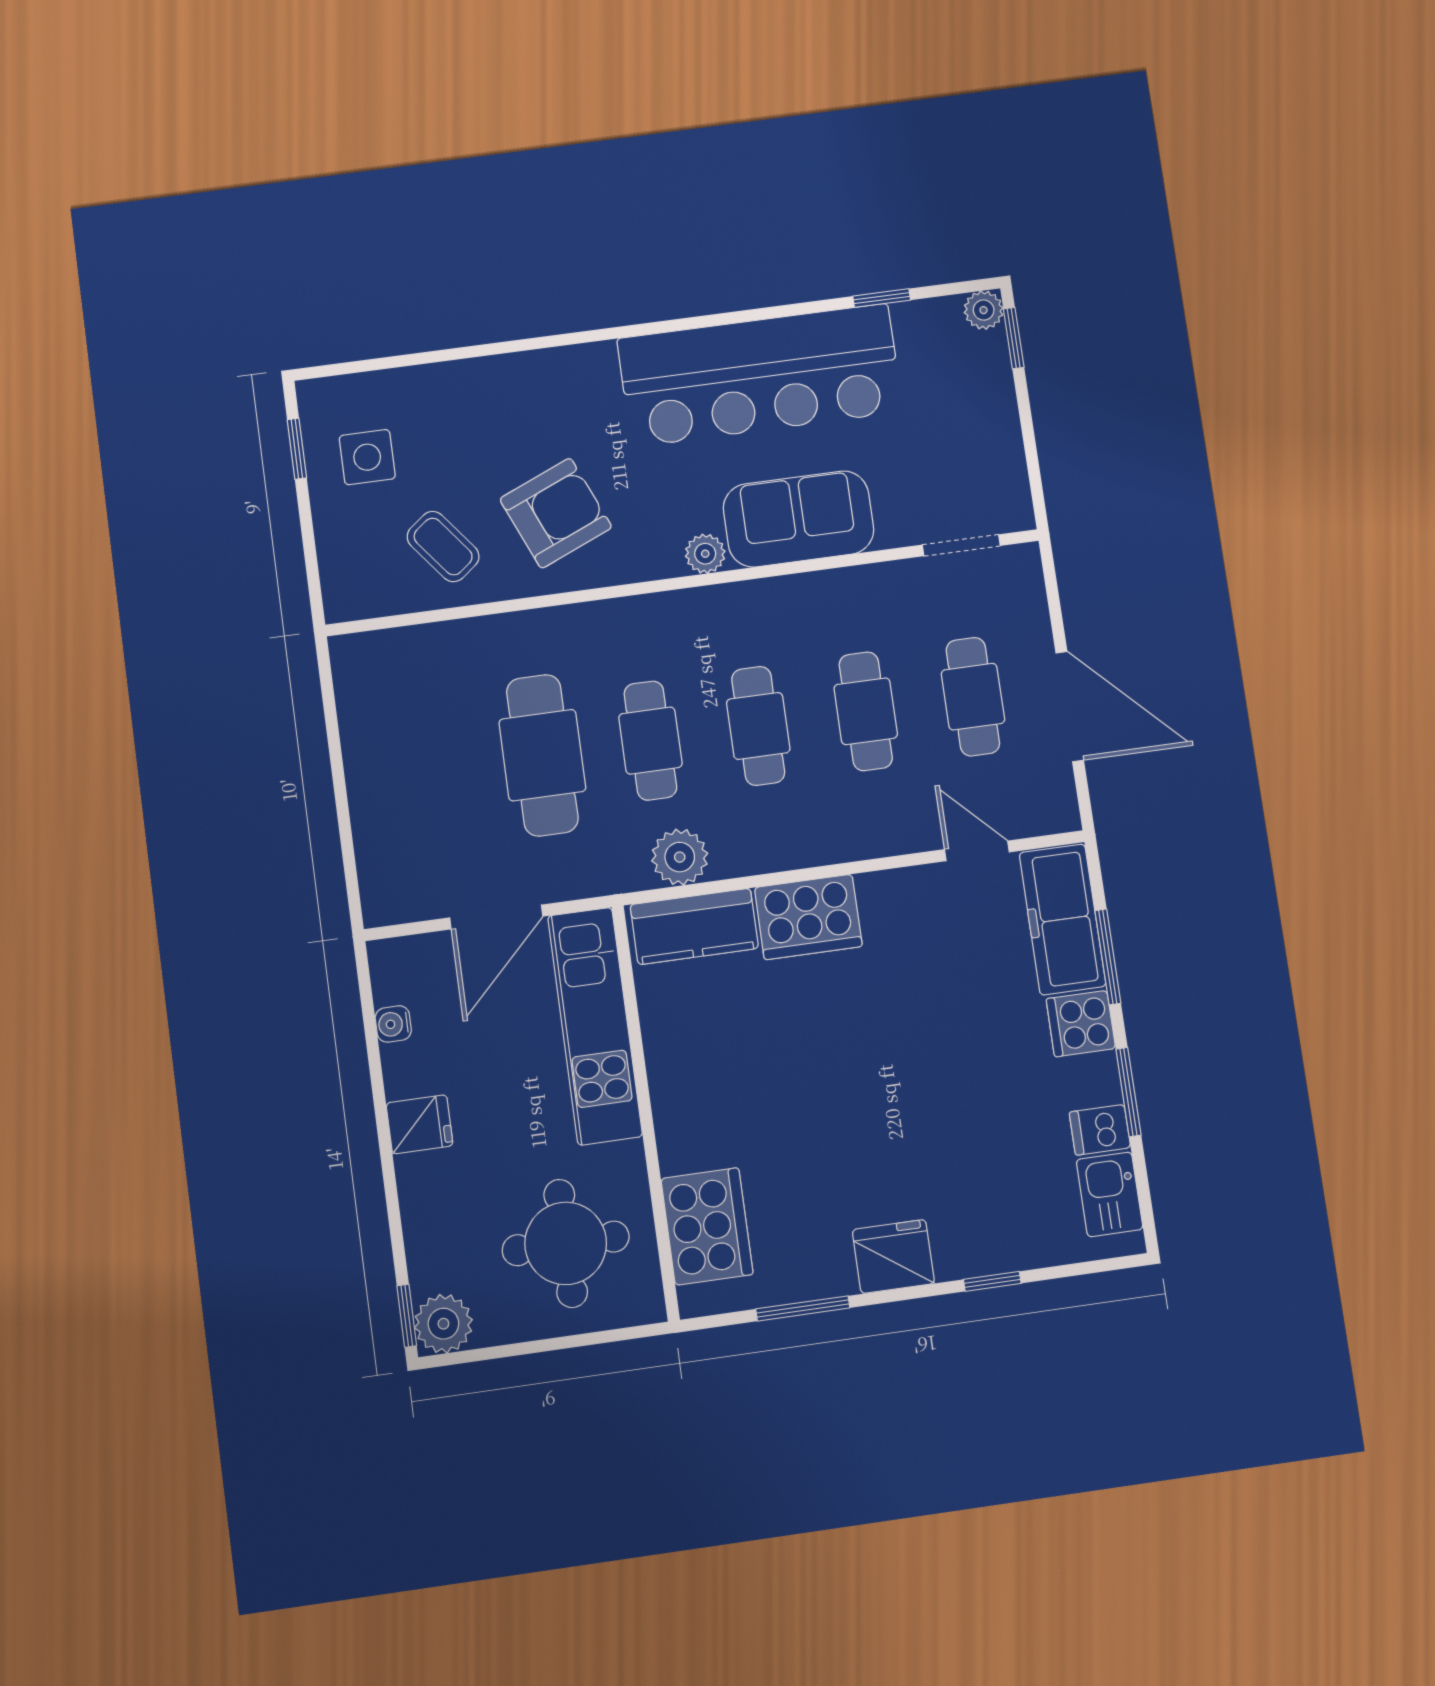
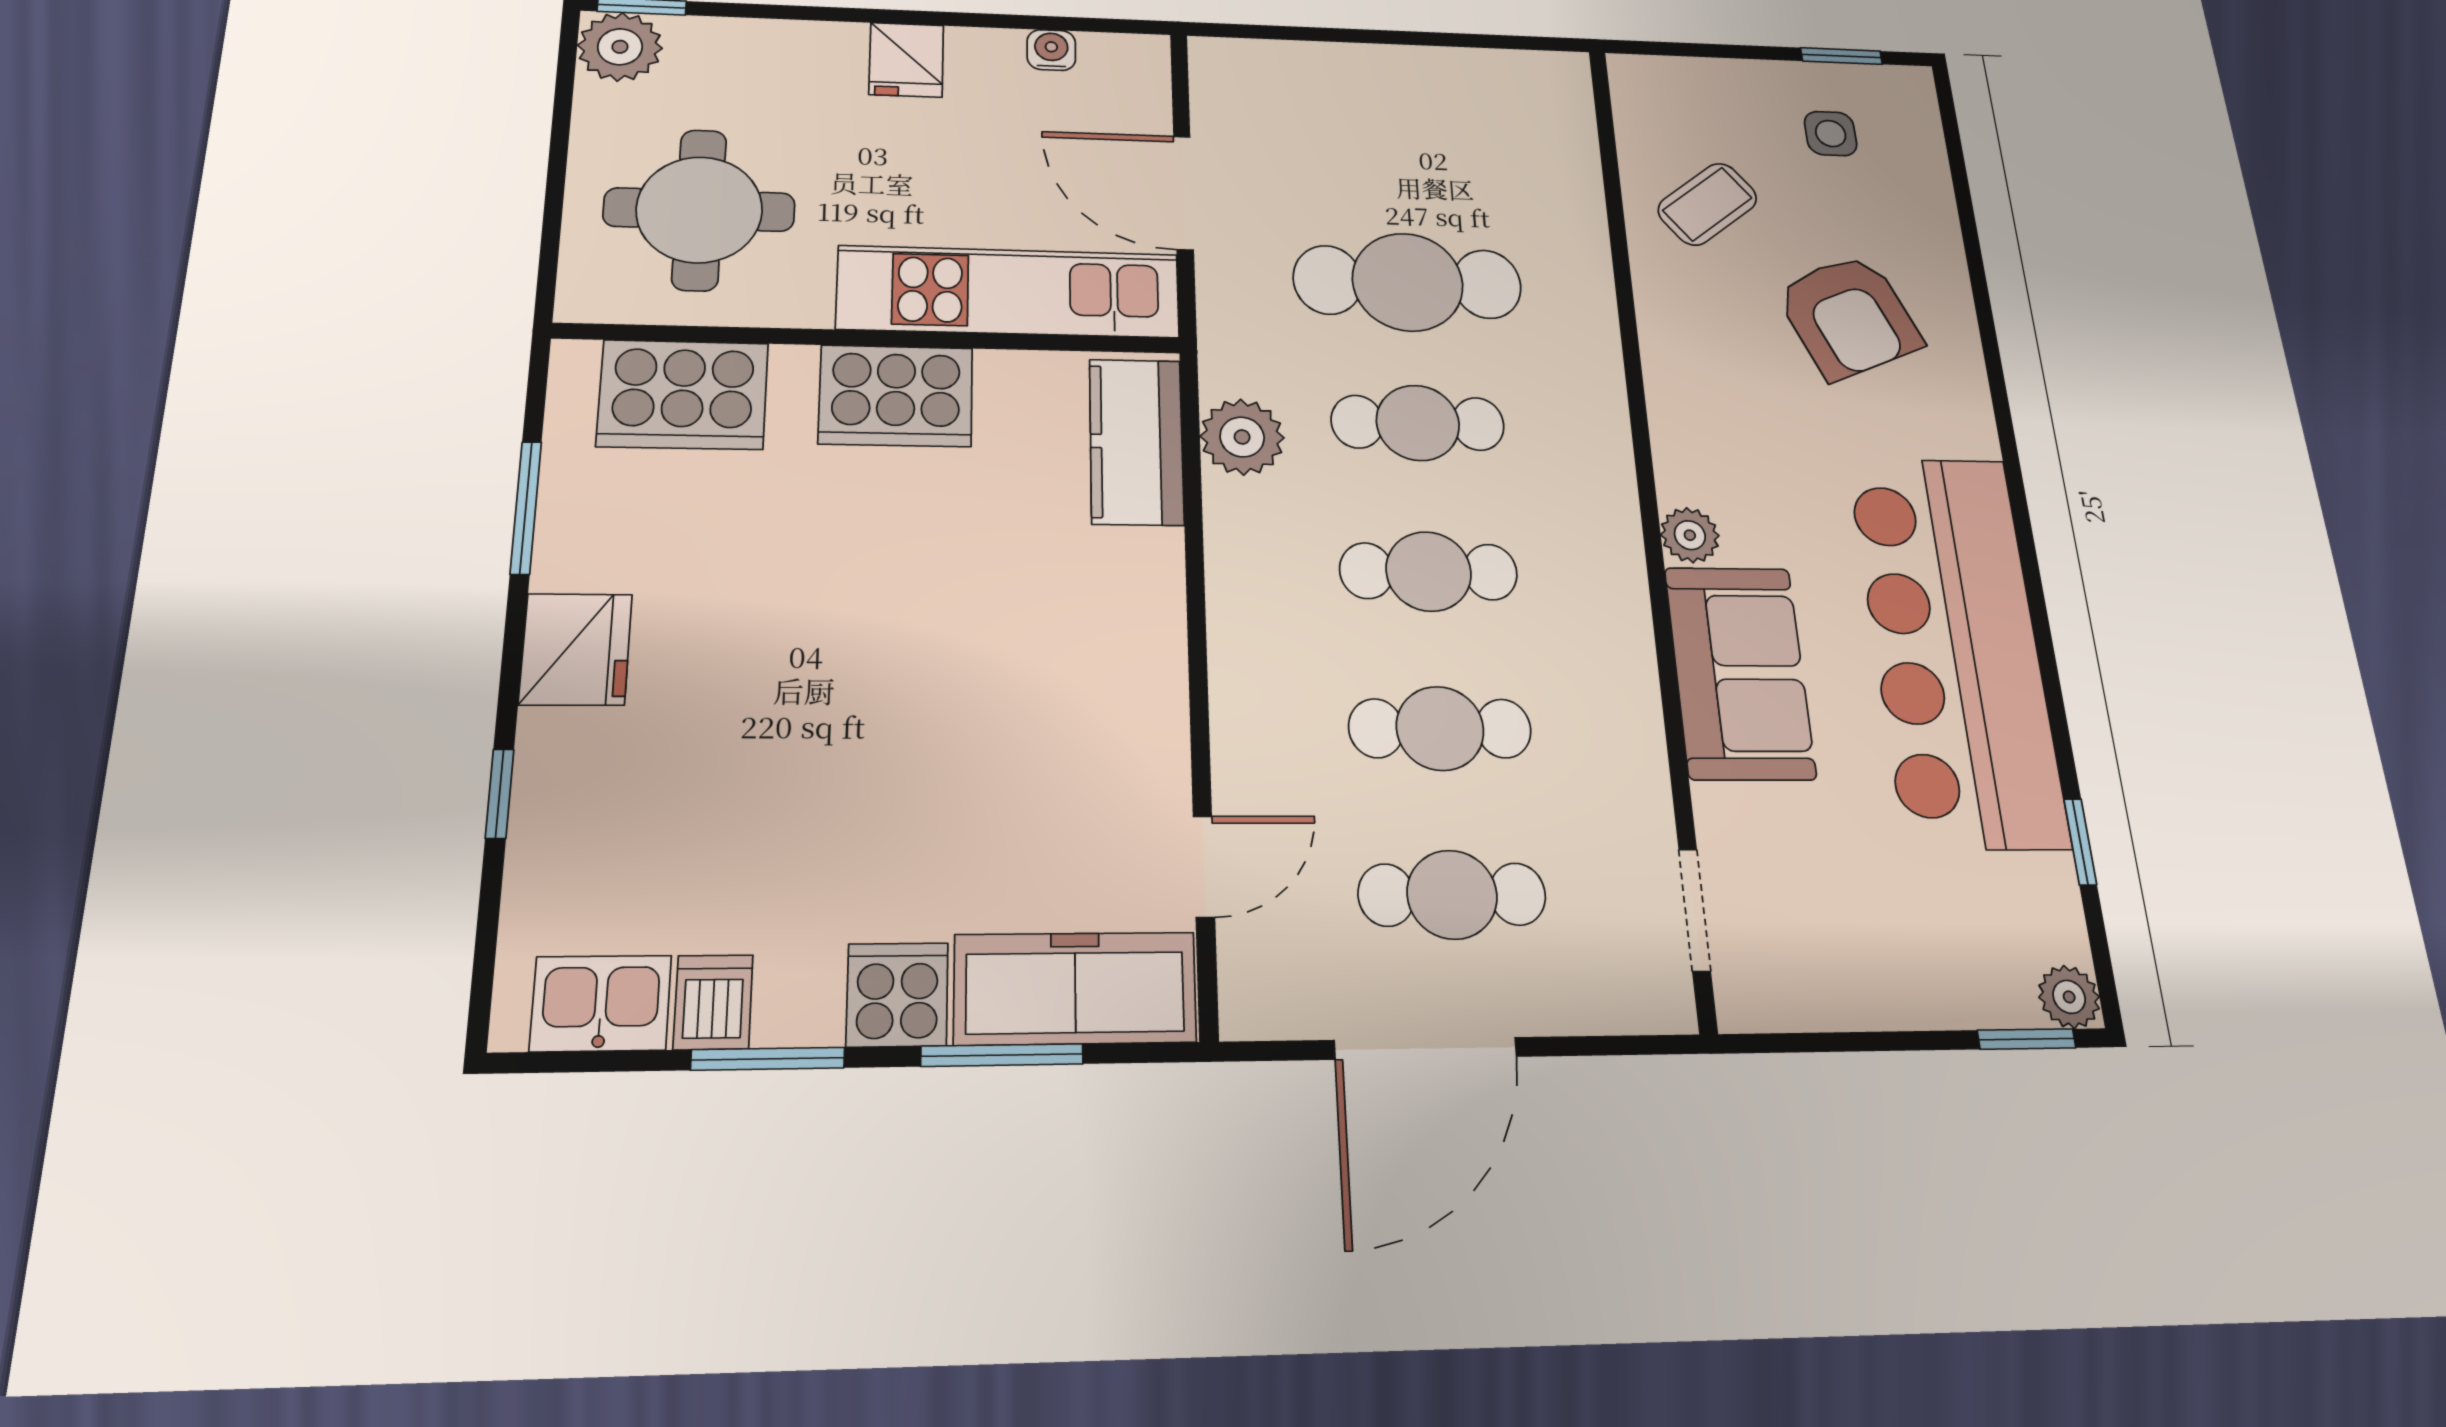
side table: (367, 457) -> (1831, 134), width x0.73, depth x0.73
armchair: (556, 513) -> (1848, 316), moved
cooker: (808, 917) -> (896, 396), moved, turned -90

